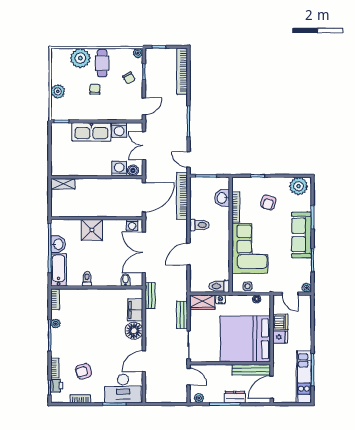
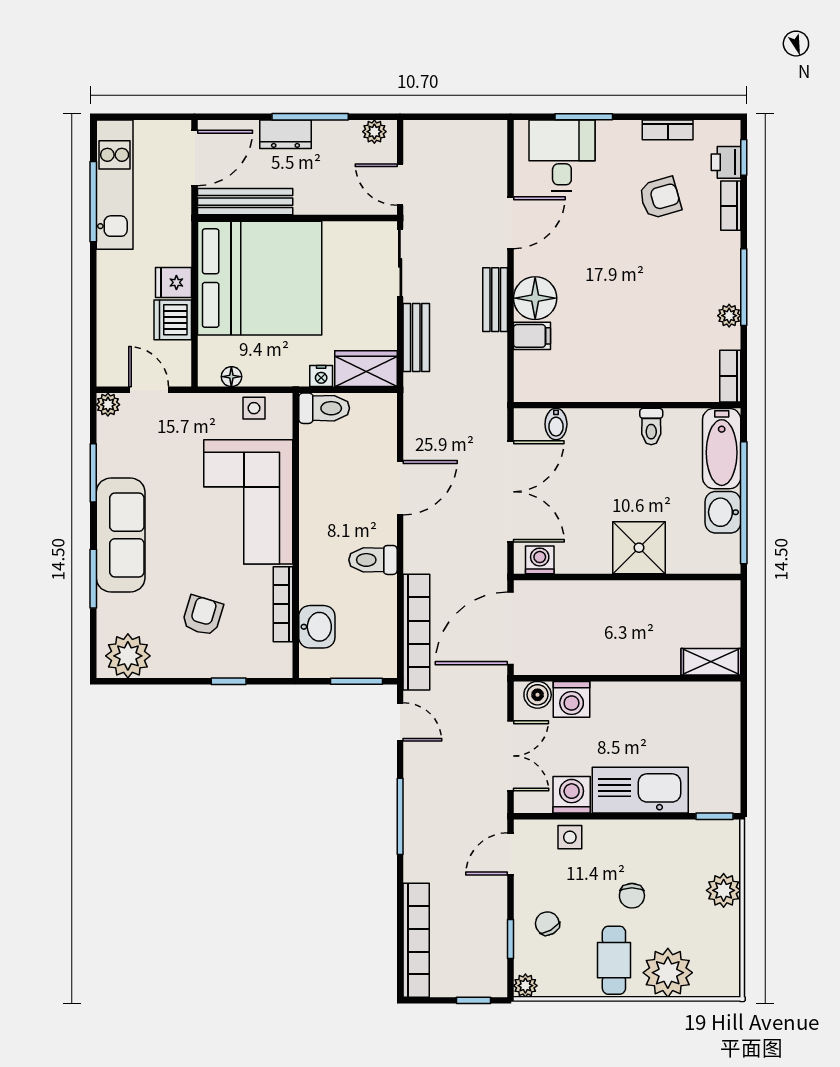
side table: (120, 113) -> (570, 837), added
bench: (150, 296) -> (495, 300), moved
filing cabinet: (135, 310) -> (532, 336), width x0.50
desk: (123, 388) -> (562, 155), width x0.73

